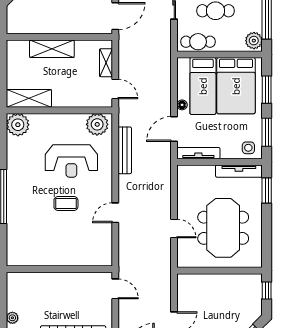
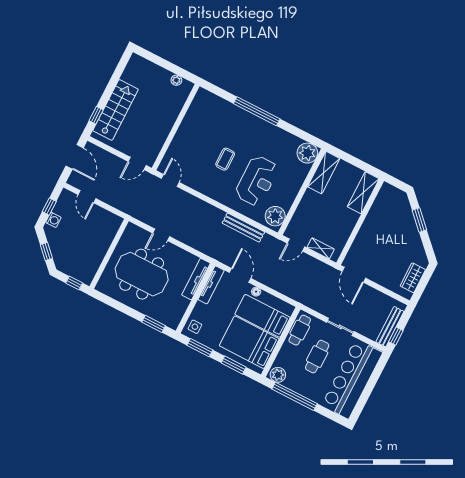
shelving: (52, 49) -> (363, 193), moved
reception desk: (71, 161) -> (257, 181), turned 180
tv unit: (239, 171) -> (196, 279), moved
door: (115, 213) -> (170, 180), moved
plant: (12, 318) -> (176, 80), moved

